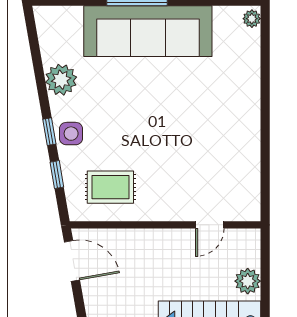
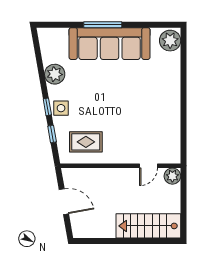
plant: (252, 19) -> (170, 41), width x1.88, depth x1.88
door: (72, 261) -> (64, 202), moved
plant: (248, 281) -> (172, 176), moved

